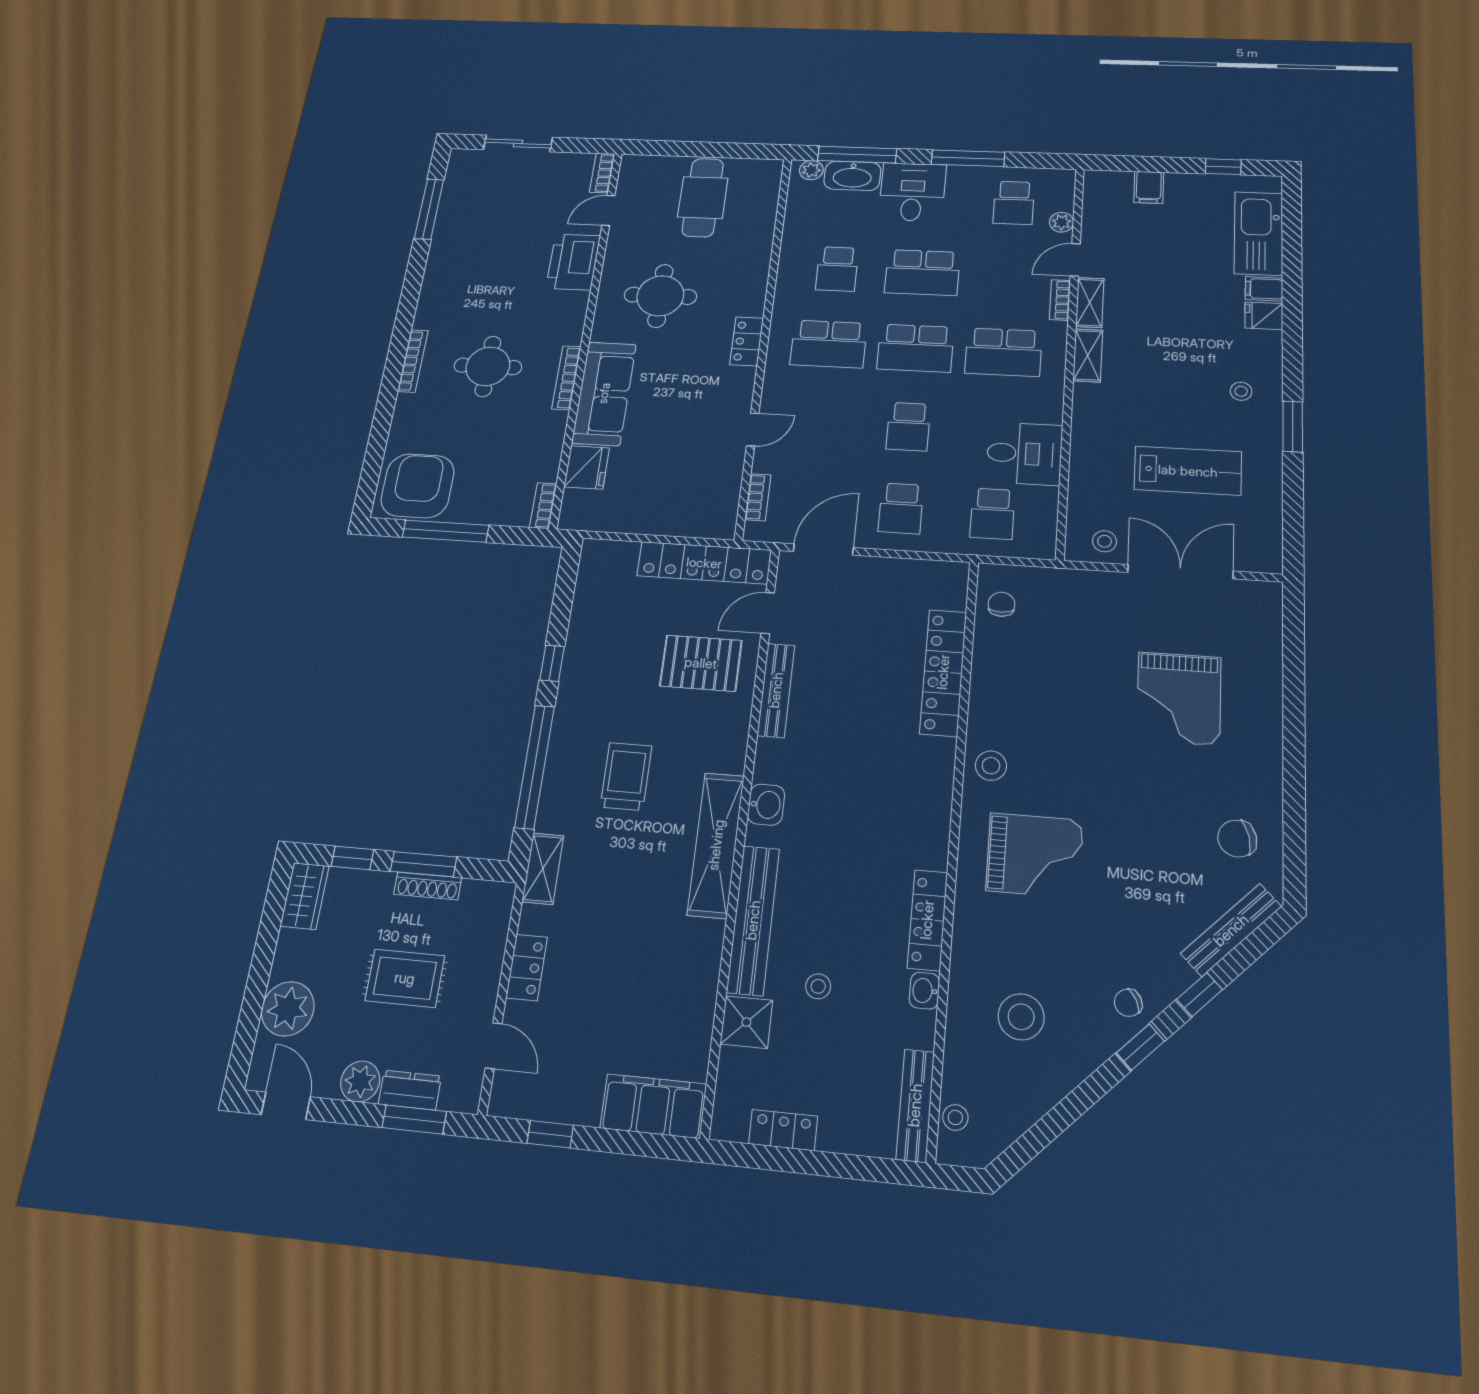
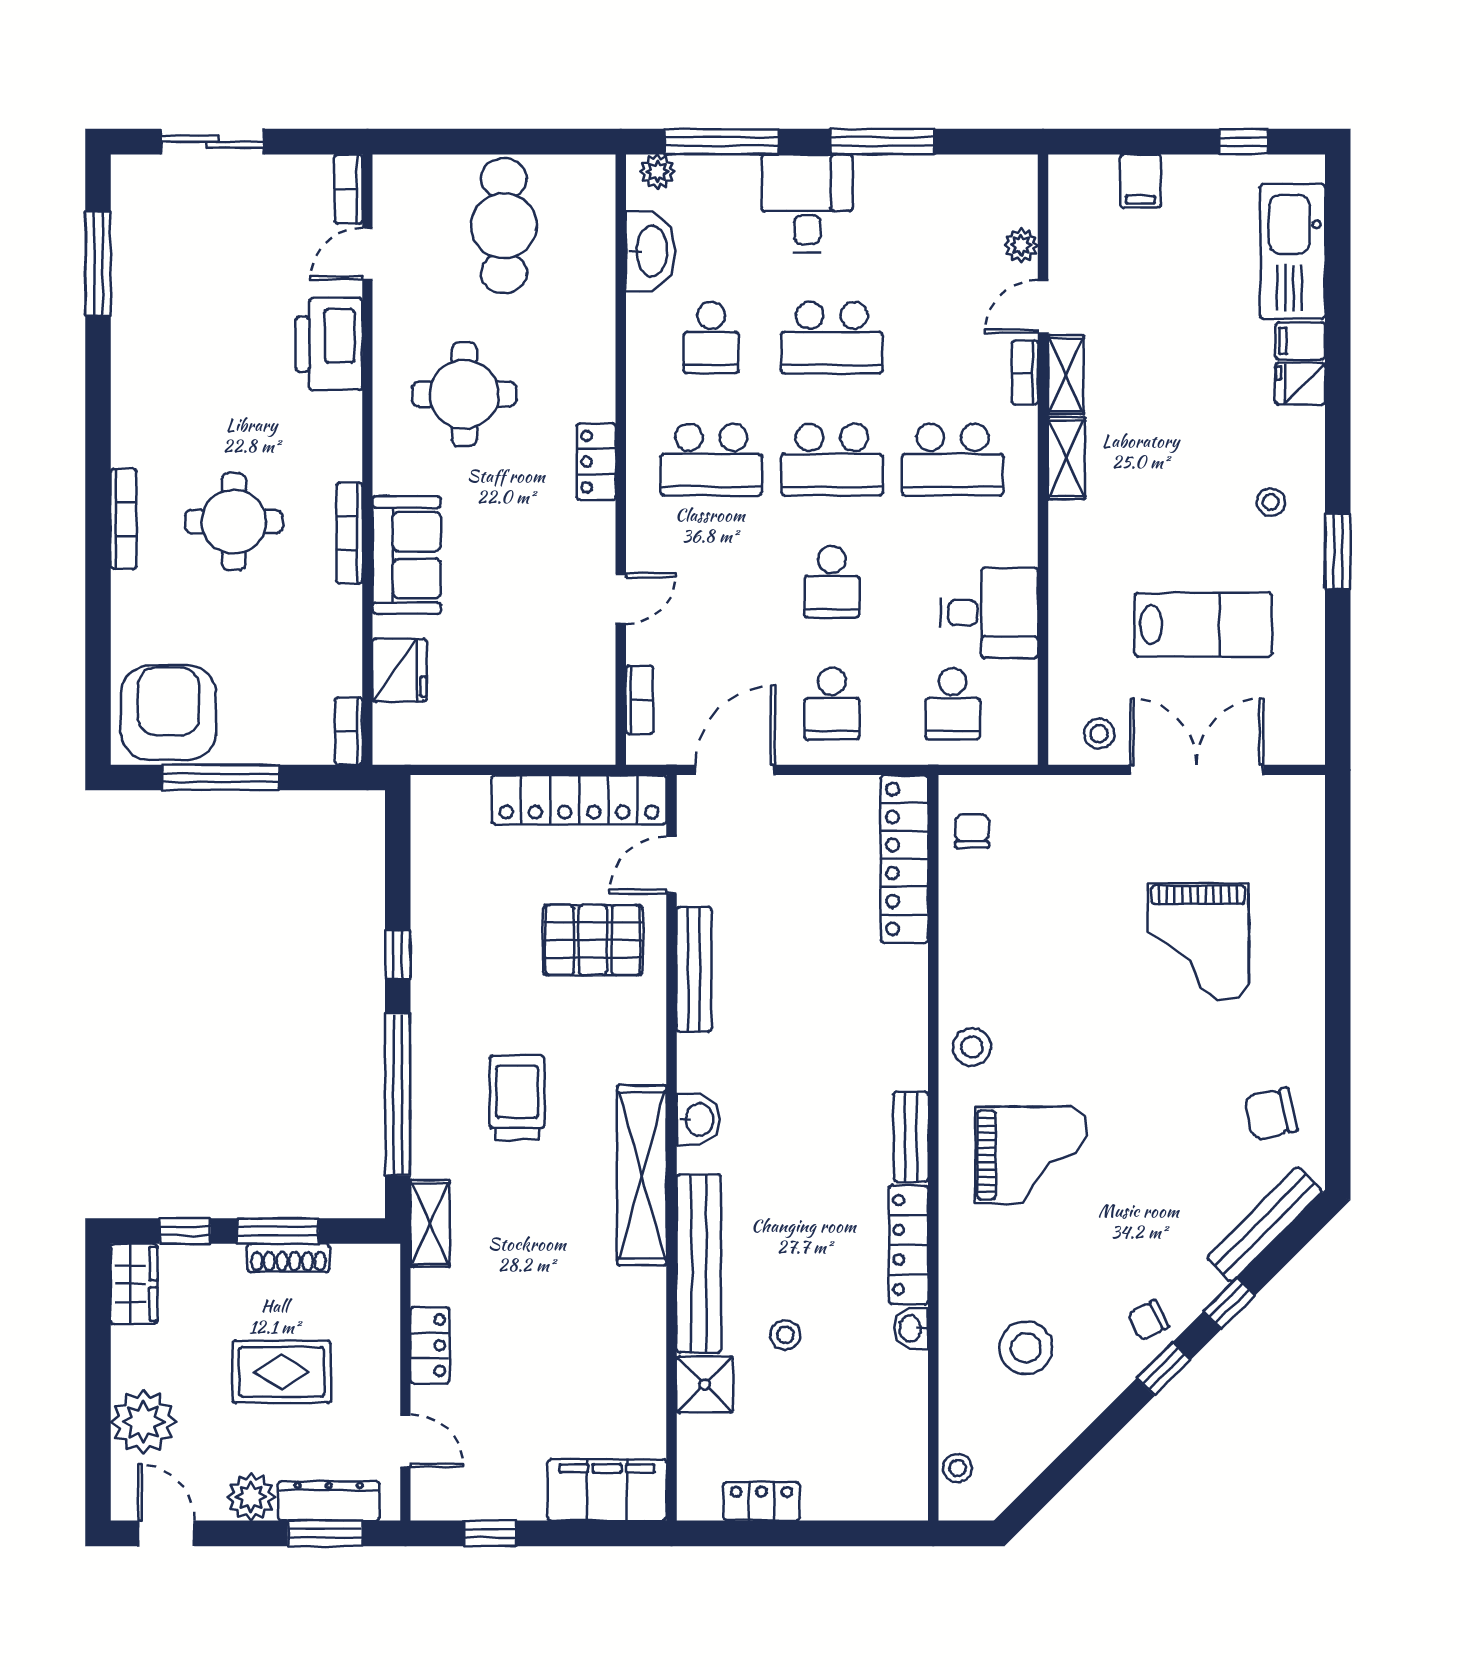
washbasin: (852, 176) -> (650, 251), moved, turned -90
school desk: (1014, 203) -> (953, 215), removed
sofa: (604, 393) -> (407, 555), width x0.73
locker: (943, 672) -> (904, 859), moved
dresser: (410, 1090) -> (329, 1501), width x1.44
bench: (915, 1105) -> (911, 1137), moved, width x0.73

